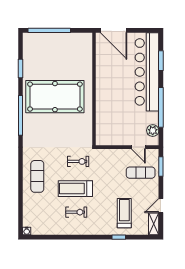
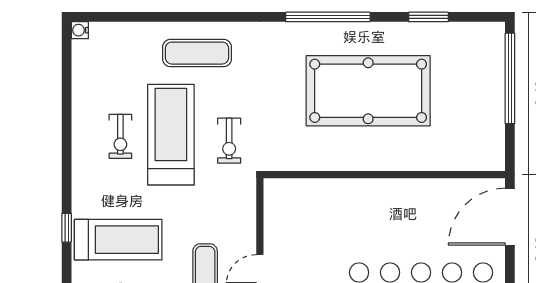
pool table: (55, 97) -> (368, 91), turned 90
treadmill: (75, 189) -> (171, 135), width x1.37, depth x1.38
treadmill: (124, 213) -> (118, 240), width x1.37, depth x1.37

